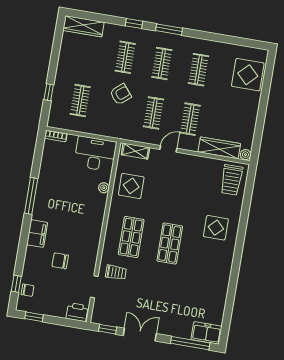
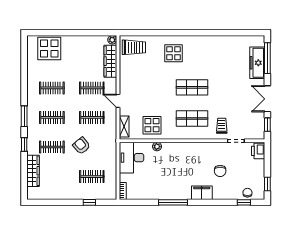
wardrobe: (83, 26) -> (33, 171), moved
freezer: (206, 333) -> (257, 63), moved, width x1.40

